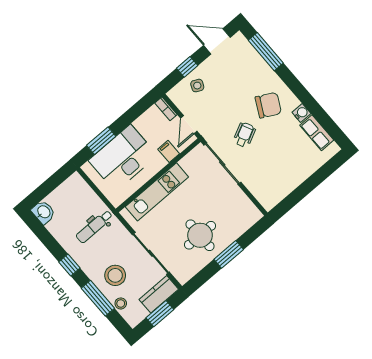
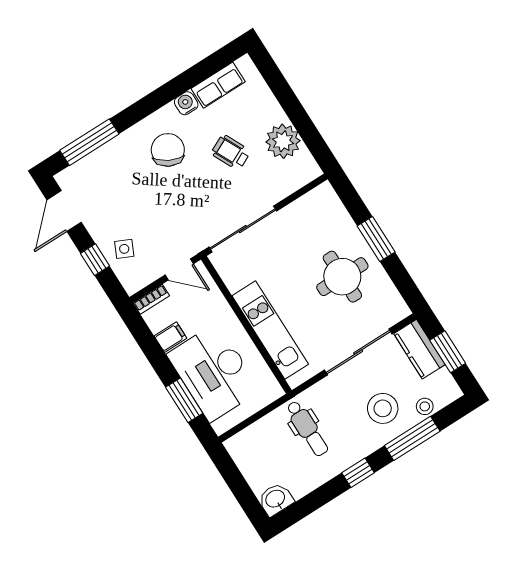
wheelchair: (244, 135) -> (231, 152), moved
filing cabinet: (169, 151) -> (170, 337), moved, turned 180
plant: (285, 182) -> (283, 141), added

